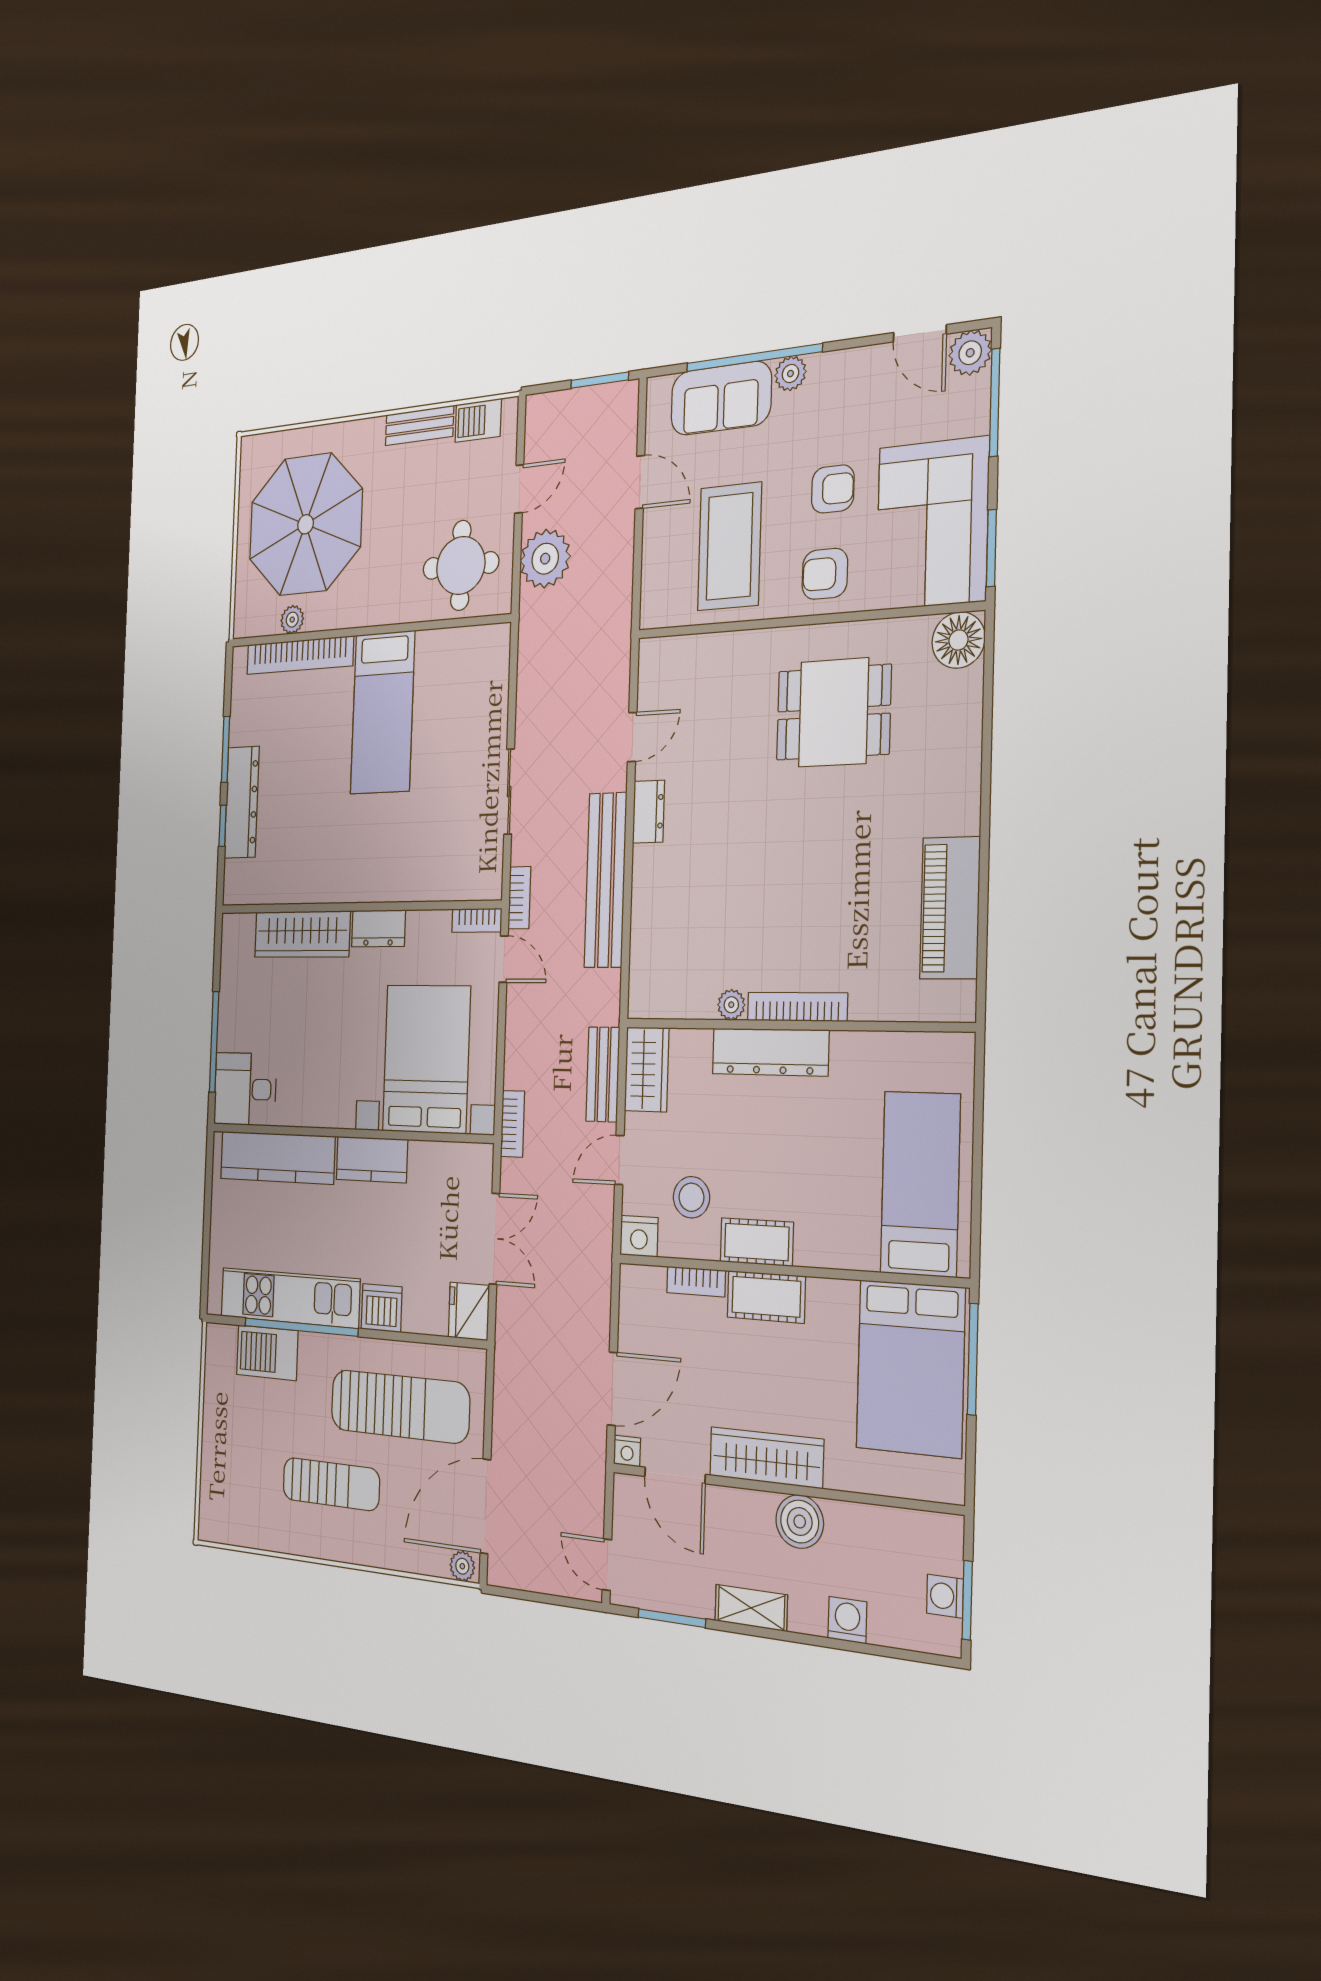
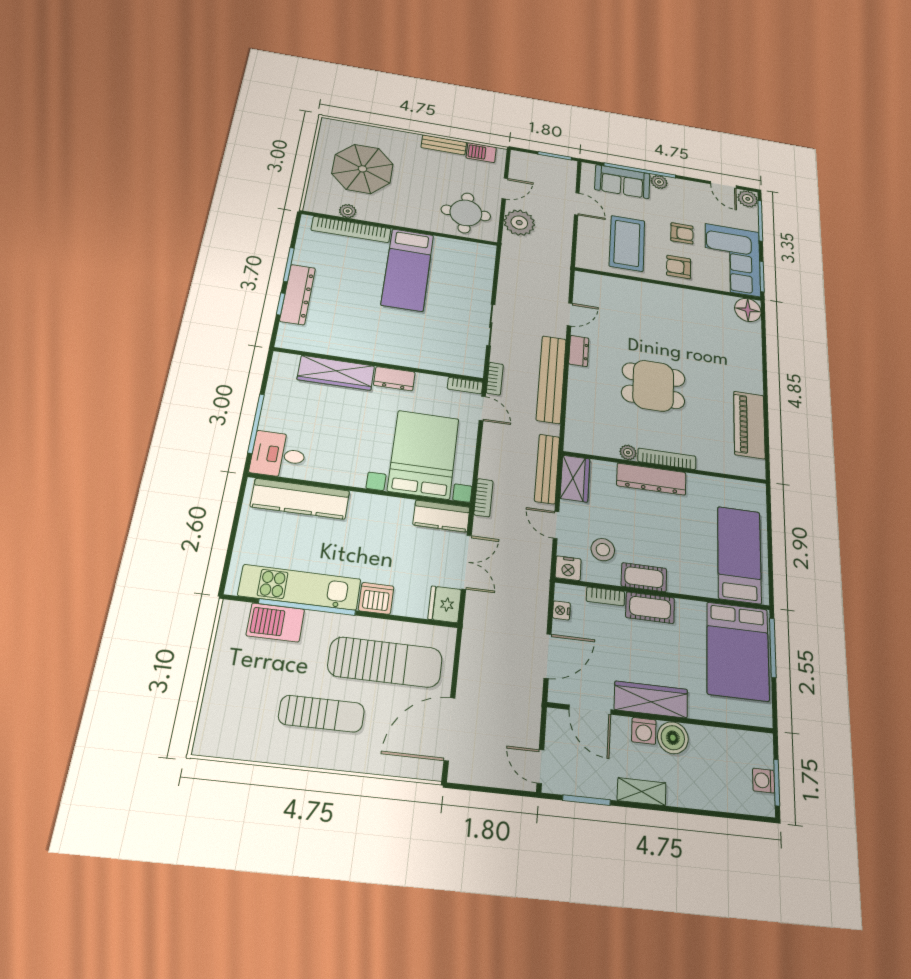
parasol: (306, 524) -> (363, 169), width x0.73, depth x0.73
dining table: (833, 712) -> (653, 386), moved
bench: (603, 1074) -> (547, 469), width x1.36
kitchen counter: (372, 1160) -> (441, 516), moved
door: (619, 1160) -> (556, 525), hinge flipped
nightstand: (627, 1451) -> (561, 610), moved, turned 90
plant: (462, 1566) -> (428, 770), removed
washing machine: (847, 1620) -> (644, 731), moved, turned 180

